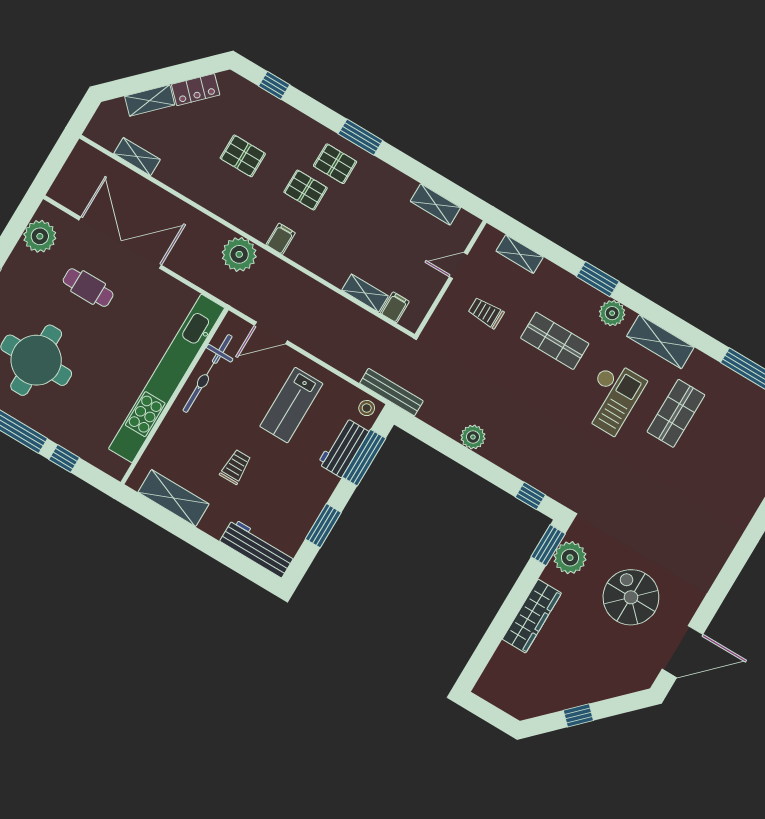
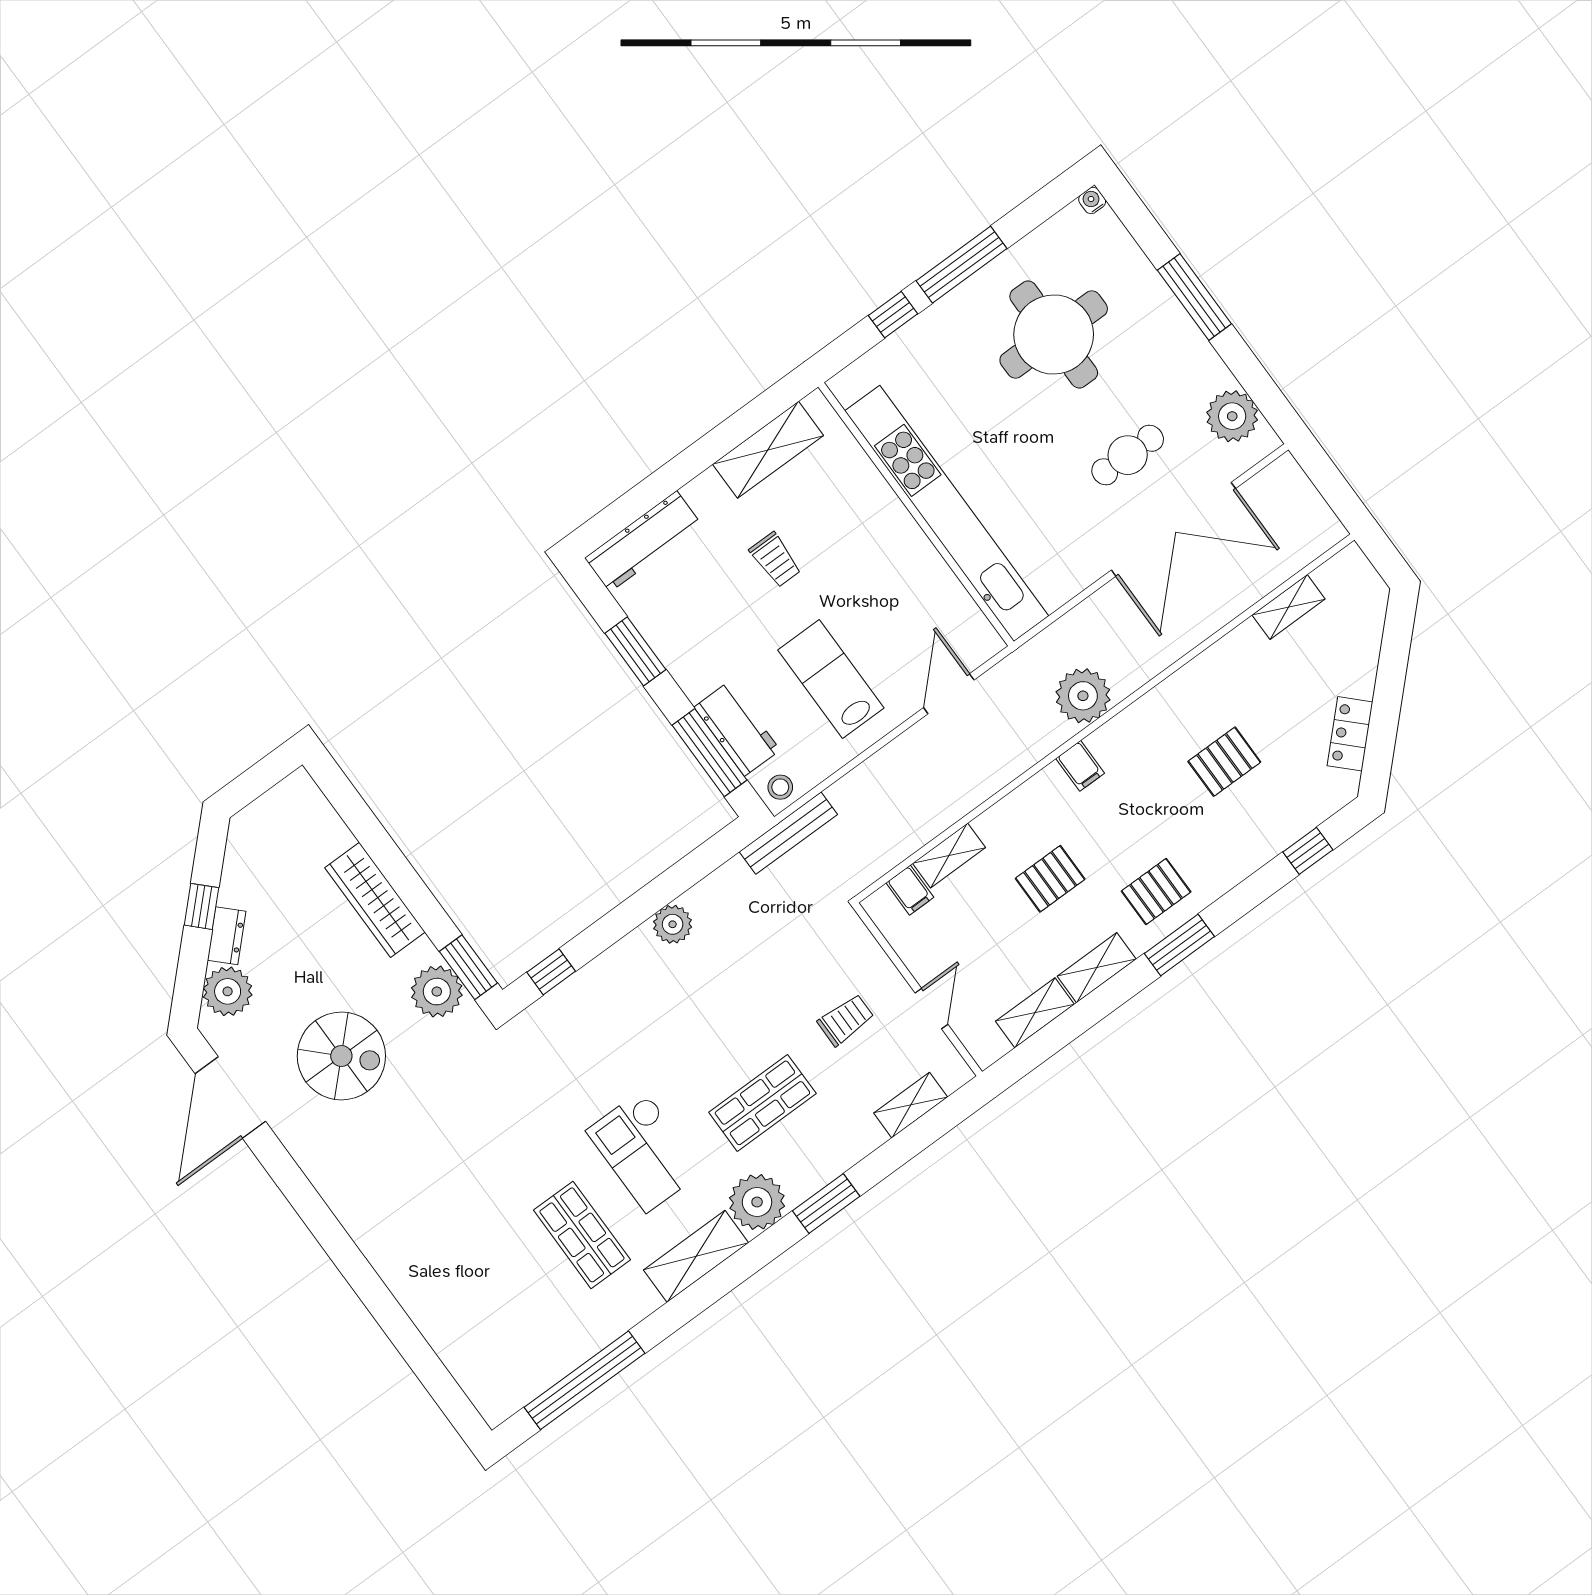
shelving: (150, 100) -> (1097, 968), moved, turned 45
pallet: (306, 190) -> (1050, 879), moved
plant: (612, 313) -> (757, 1202), width x1.36, depth x1.36
bicycle: (208, 373) -> (929, 576), removed
plant: (621, 679) -> (228, 991), added
dresser: (589, 694) -> (227, 936), added

